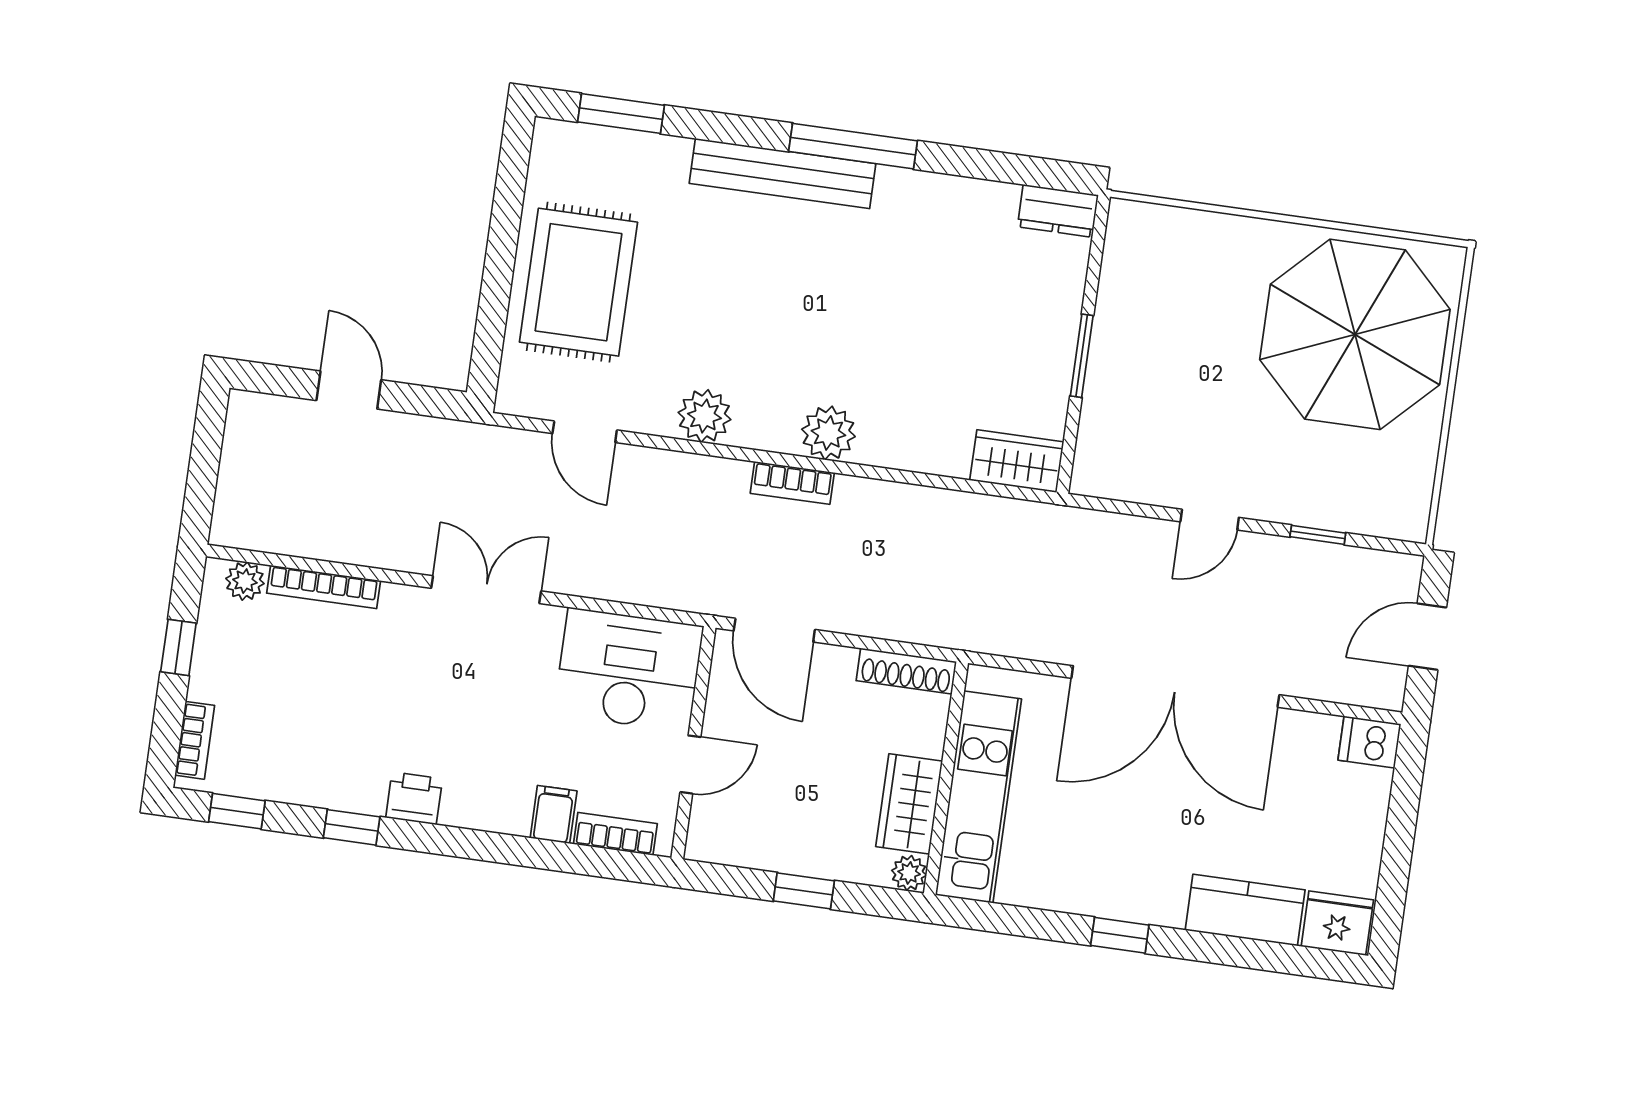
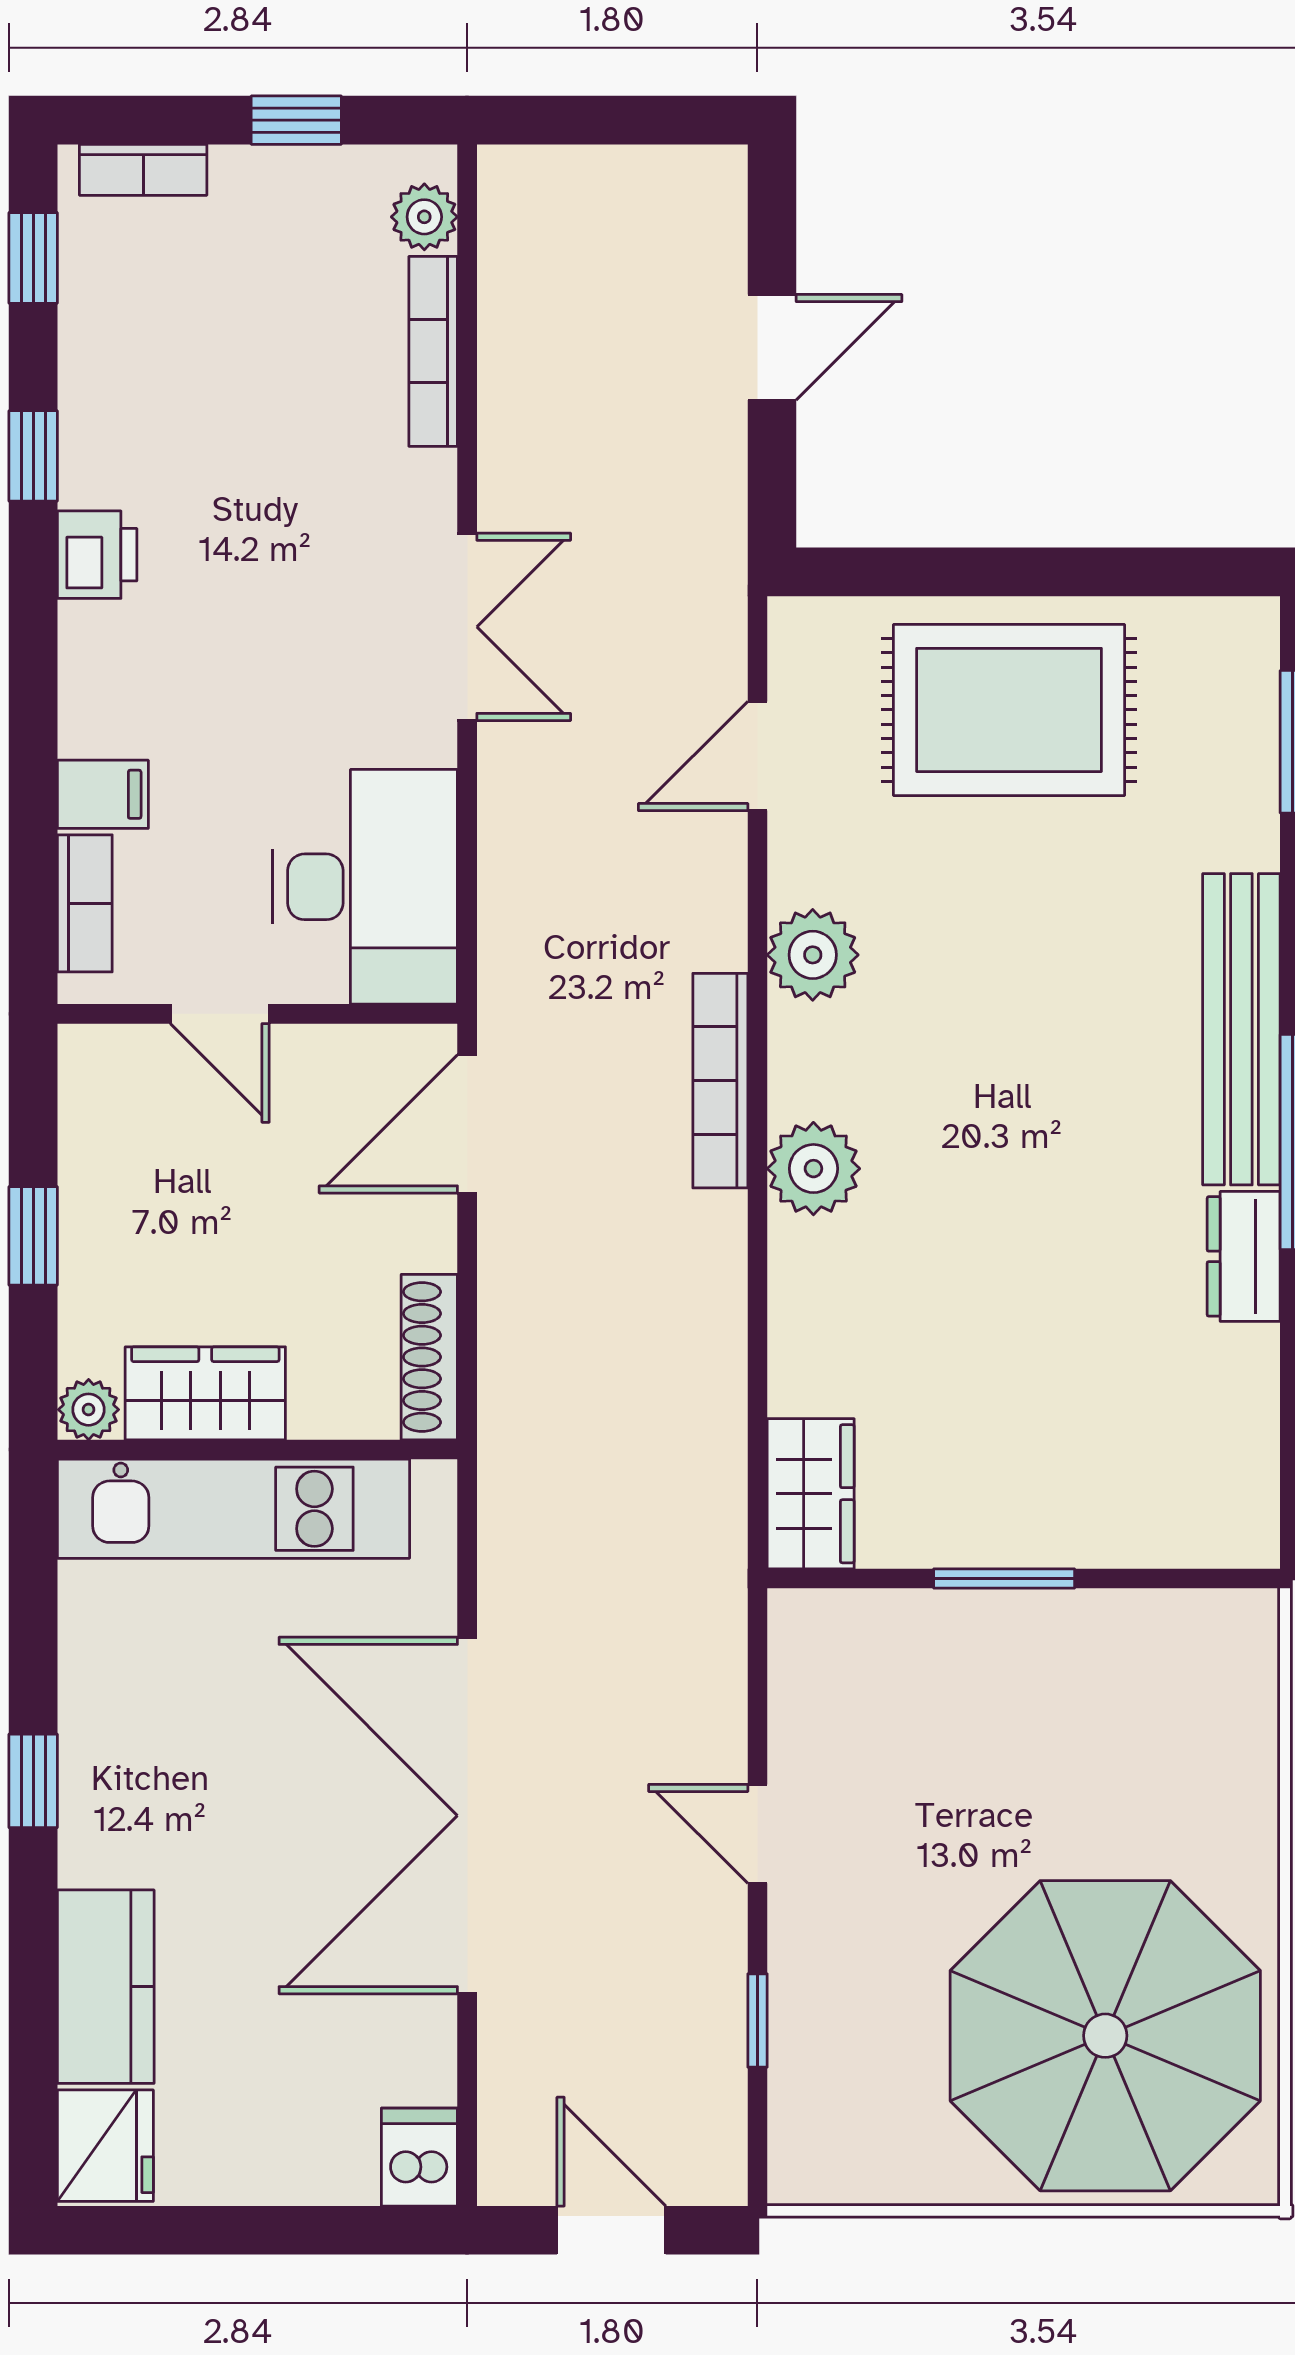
dresser: (1058, 211) -> (1244, 1256), moved
bookcase: (792, 483) -> (720, 1081), width x1.56

